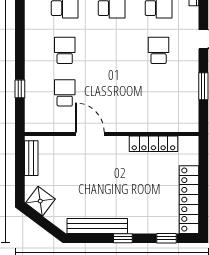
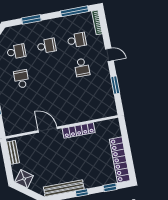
school desk: (159, 50) -> (82, 67), turned 180
school desk: (65, 93) -> (27, 106), removed
locker: (153, 144) -> (79, 130), moved

